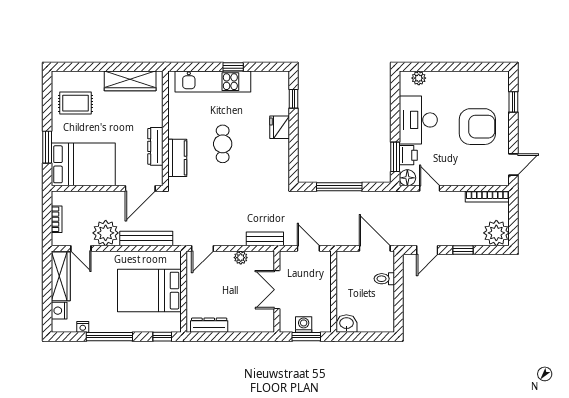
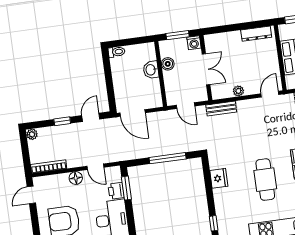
fridge: (280, 127) -> (219, 178), moved
cafe table: (223, 144) -> (265, 180), width x1.37, depth x1.35
floor lamp: (407, 178) -> (76, 178), moved
plant: (496, 233) -> (32, 134), width x0.53, depth x0.53
toilet: (384, 279) -> (117, 52), moved
boiler: (323, 303) -> (168, 64), added
washbasin: (346, 324) -> (151, 70), moved, turned 90
washing machine: (304, 325) -> (194, 43), moved

